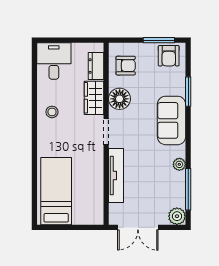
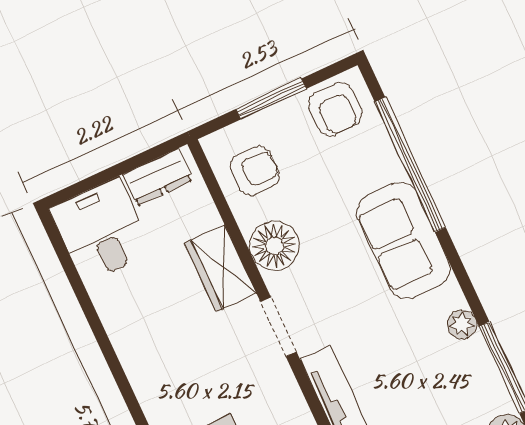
window: (159, 40) -> (271, 99), moved
dresser: (96, 66) -> (158, 177), moved, turned -90
window: (188, 92) -> (410, 165), width x2.11
stool: (52, 112) -> (147, 338), removed

